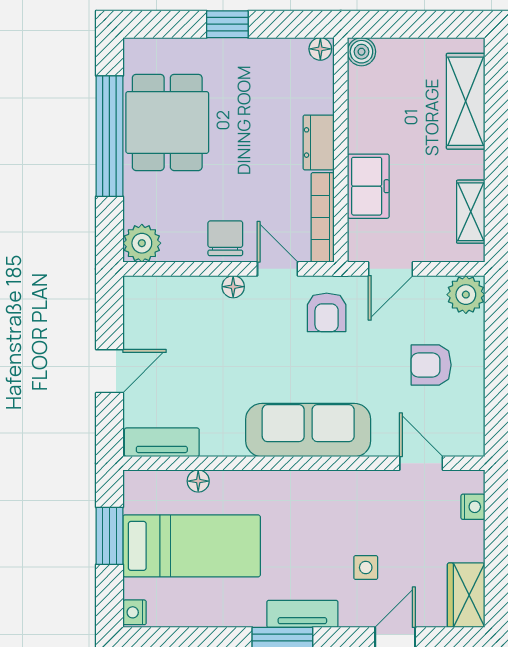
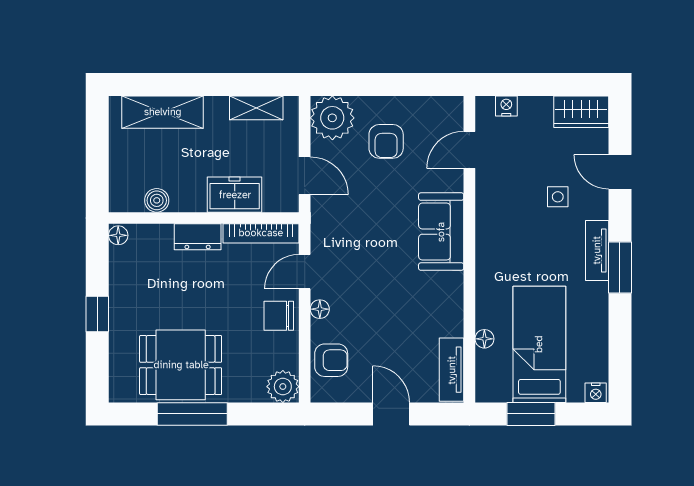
boiler: (361, 52) -> (157, 200), moved
window: (109, 136) -> (192, 414), width x0.68
plant: (466, 295) -> (332, 118), width x1.36, depth x1.36
armchair: (327, 312) -> (331, 360), moved
sofa: (308, 430) -> (441, 232), width x0.73

